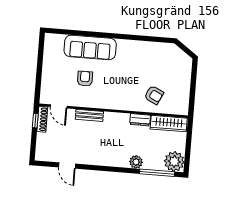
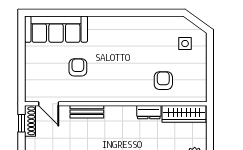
sofa: (90, 47) -> (56, 29), moved
side table: (174, 66) -> (185, 44), added
armchair: (154, 95) -> (163, 81), turned -116

